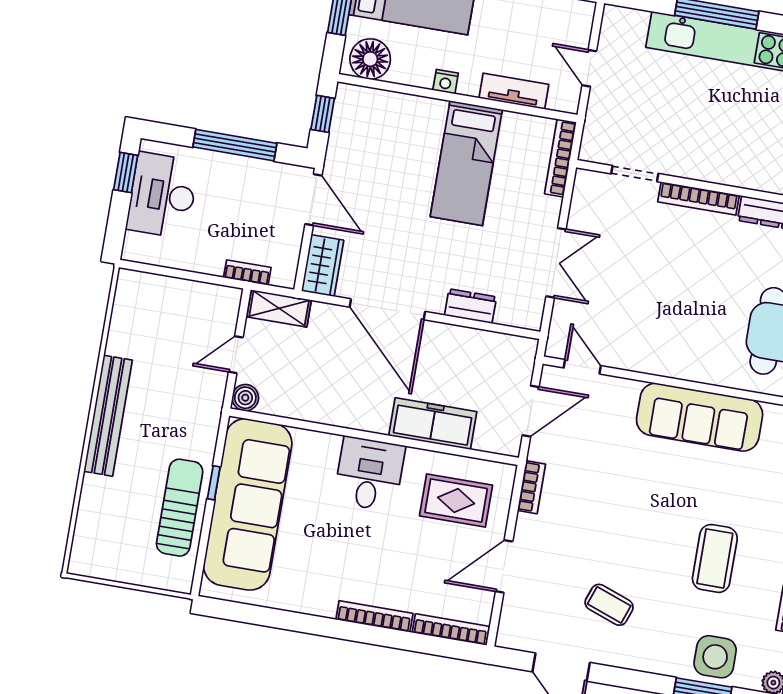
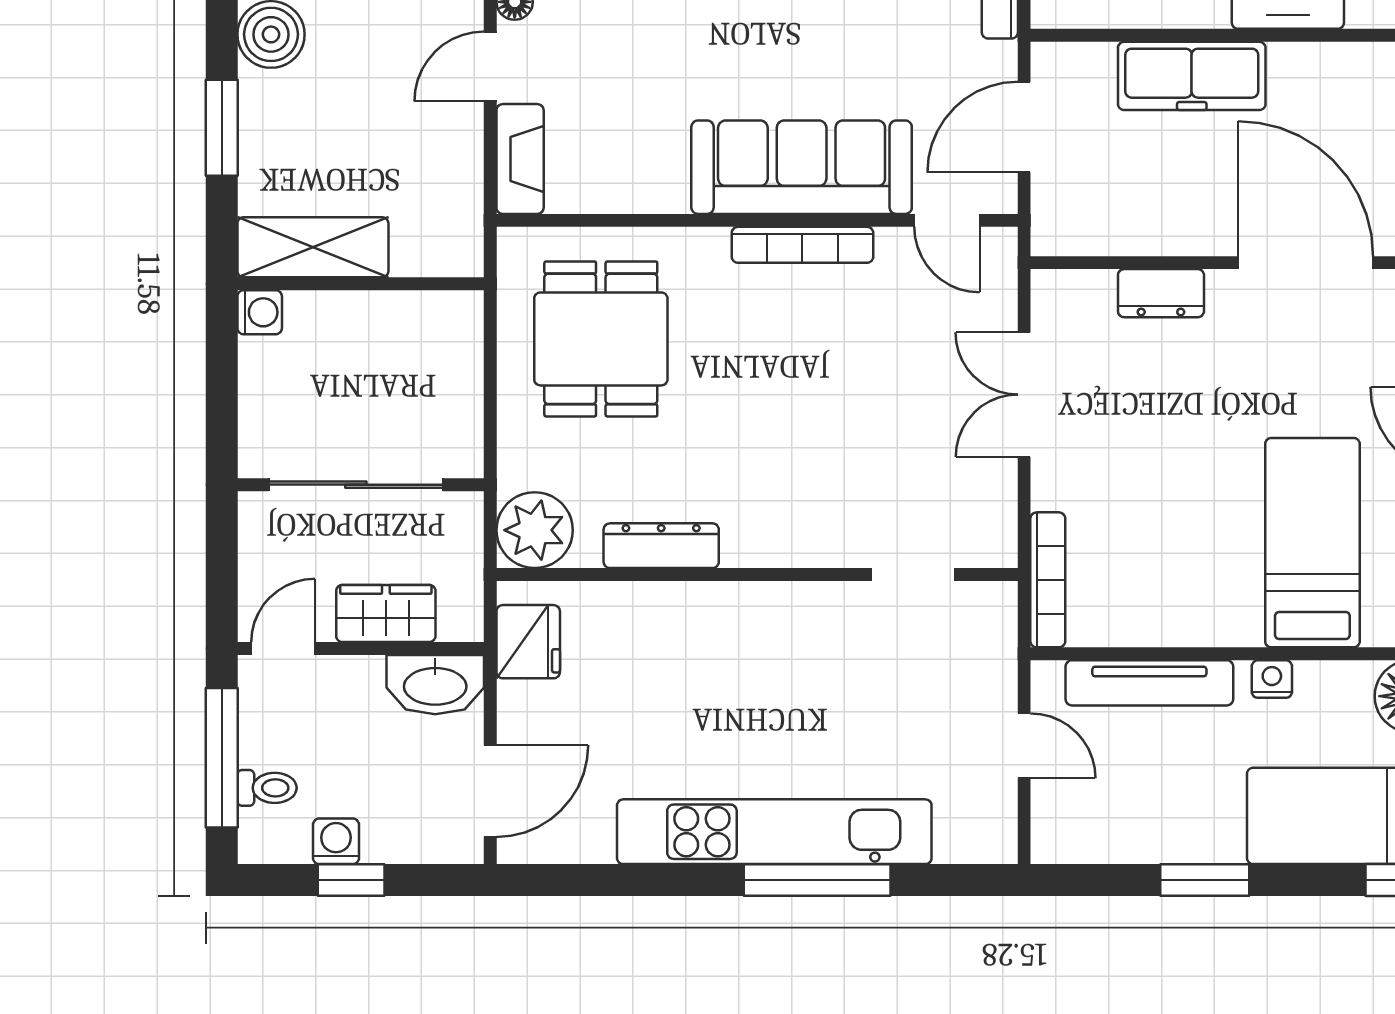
tv unit: (514, 91) -> (1149, 683), width x1.41
bed: (466, 163) -> (1312, 543), moved
bookcase: (699, 198) -> (802, 245), moved, turned 180
sofa: (700, 417) -> (802, 167), moved

